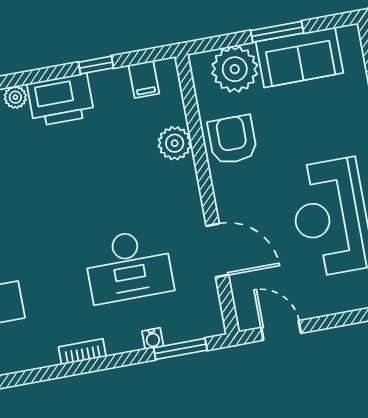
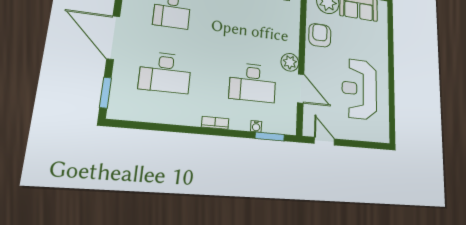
plant: (175, 143) -> (290, 62), moved

